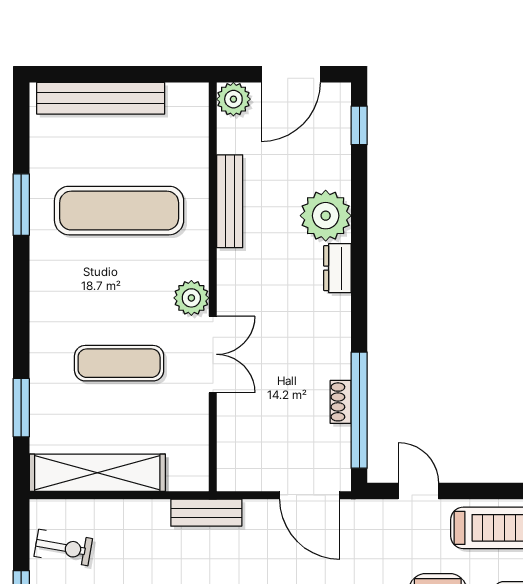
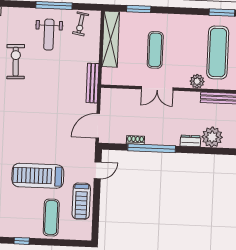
plant: (191, 298) -> (197, 81), moved
window: (359, 410) -> (152, 148), moved
bench: (206, 513) -> (92, 83), width x1.36

